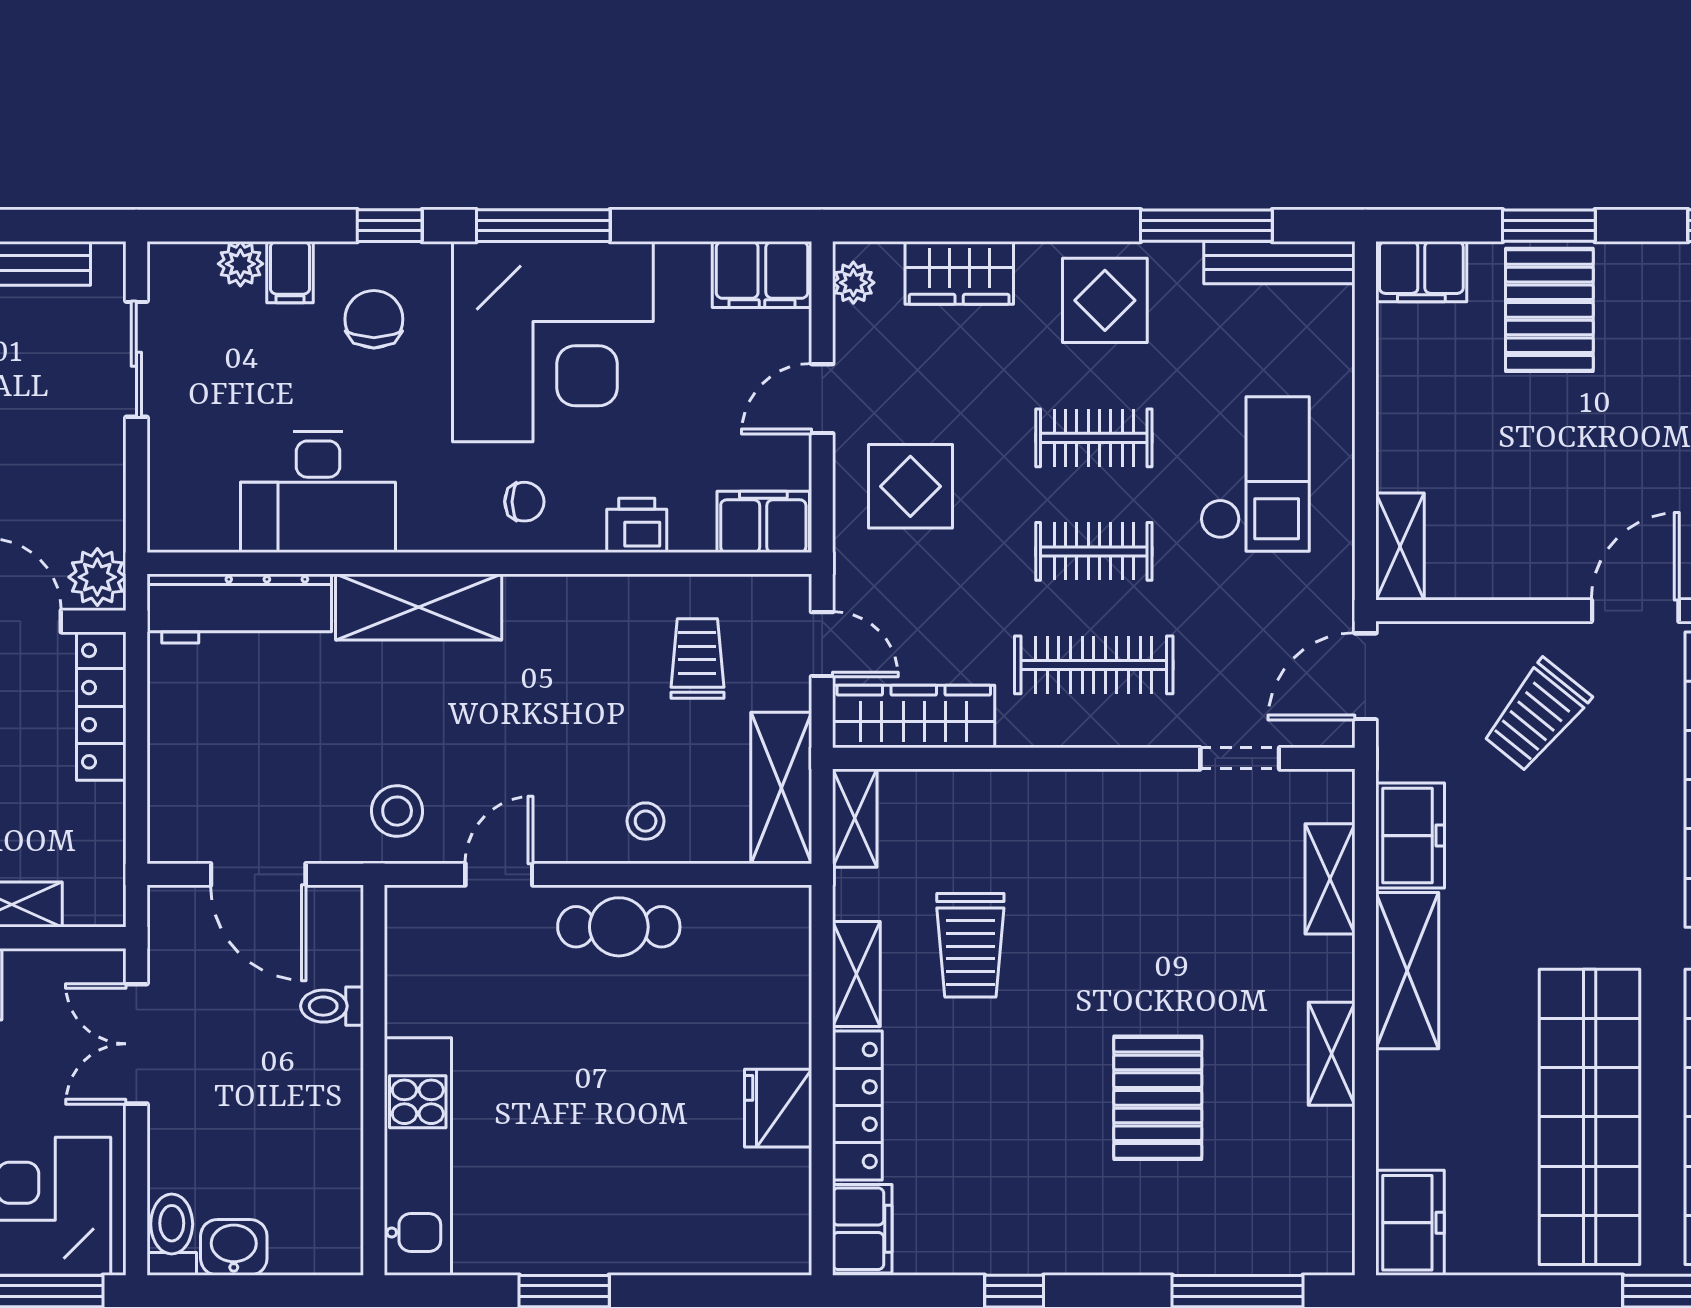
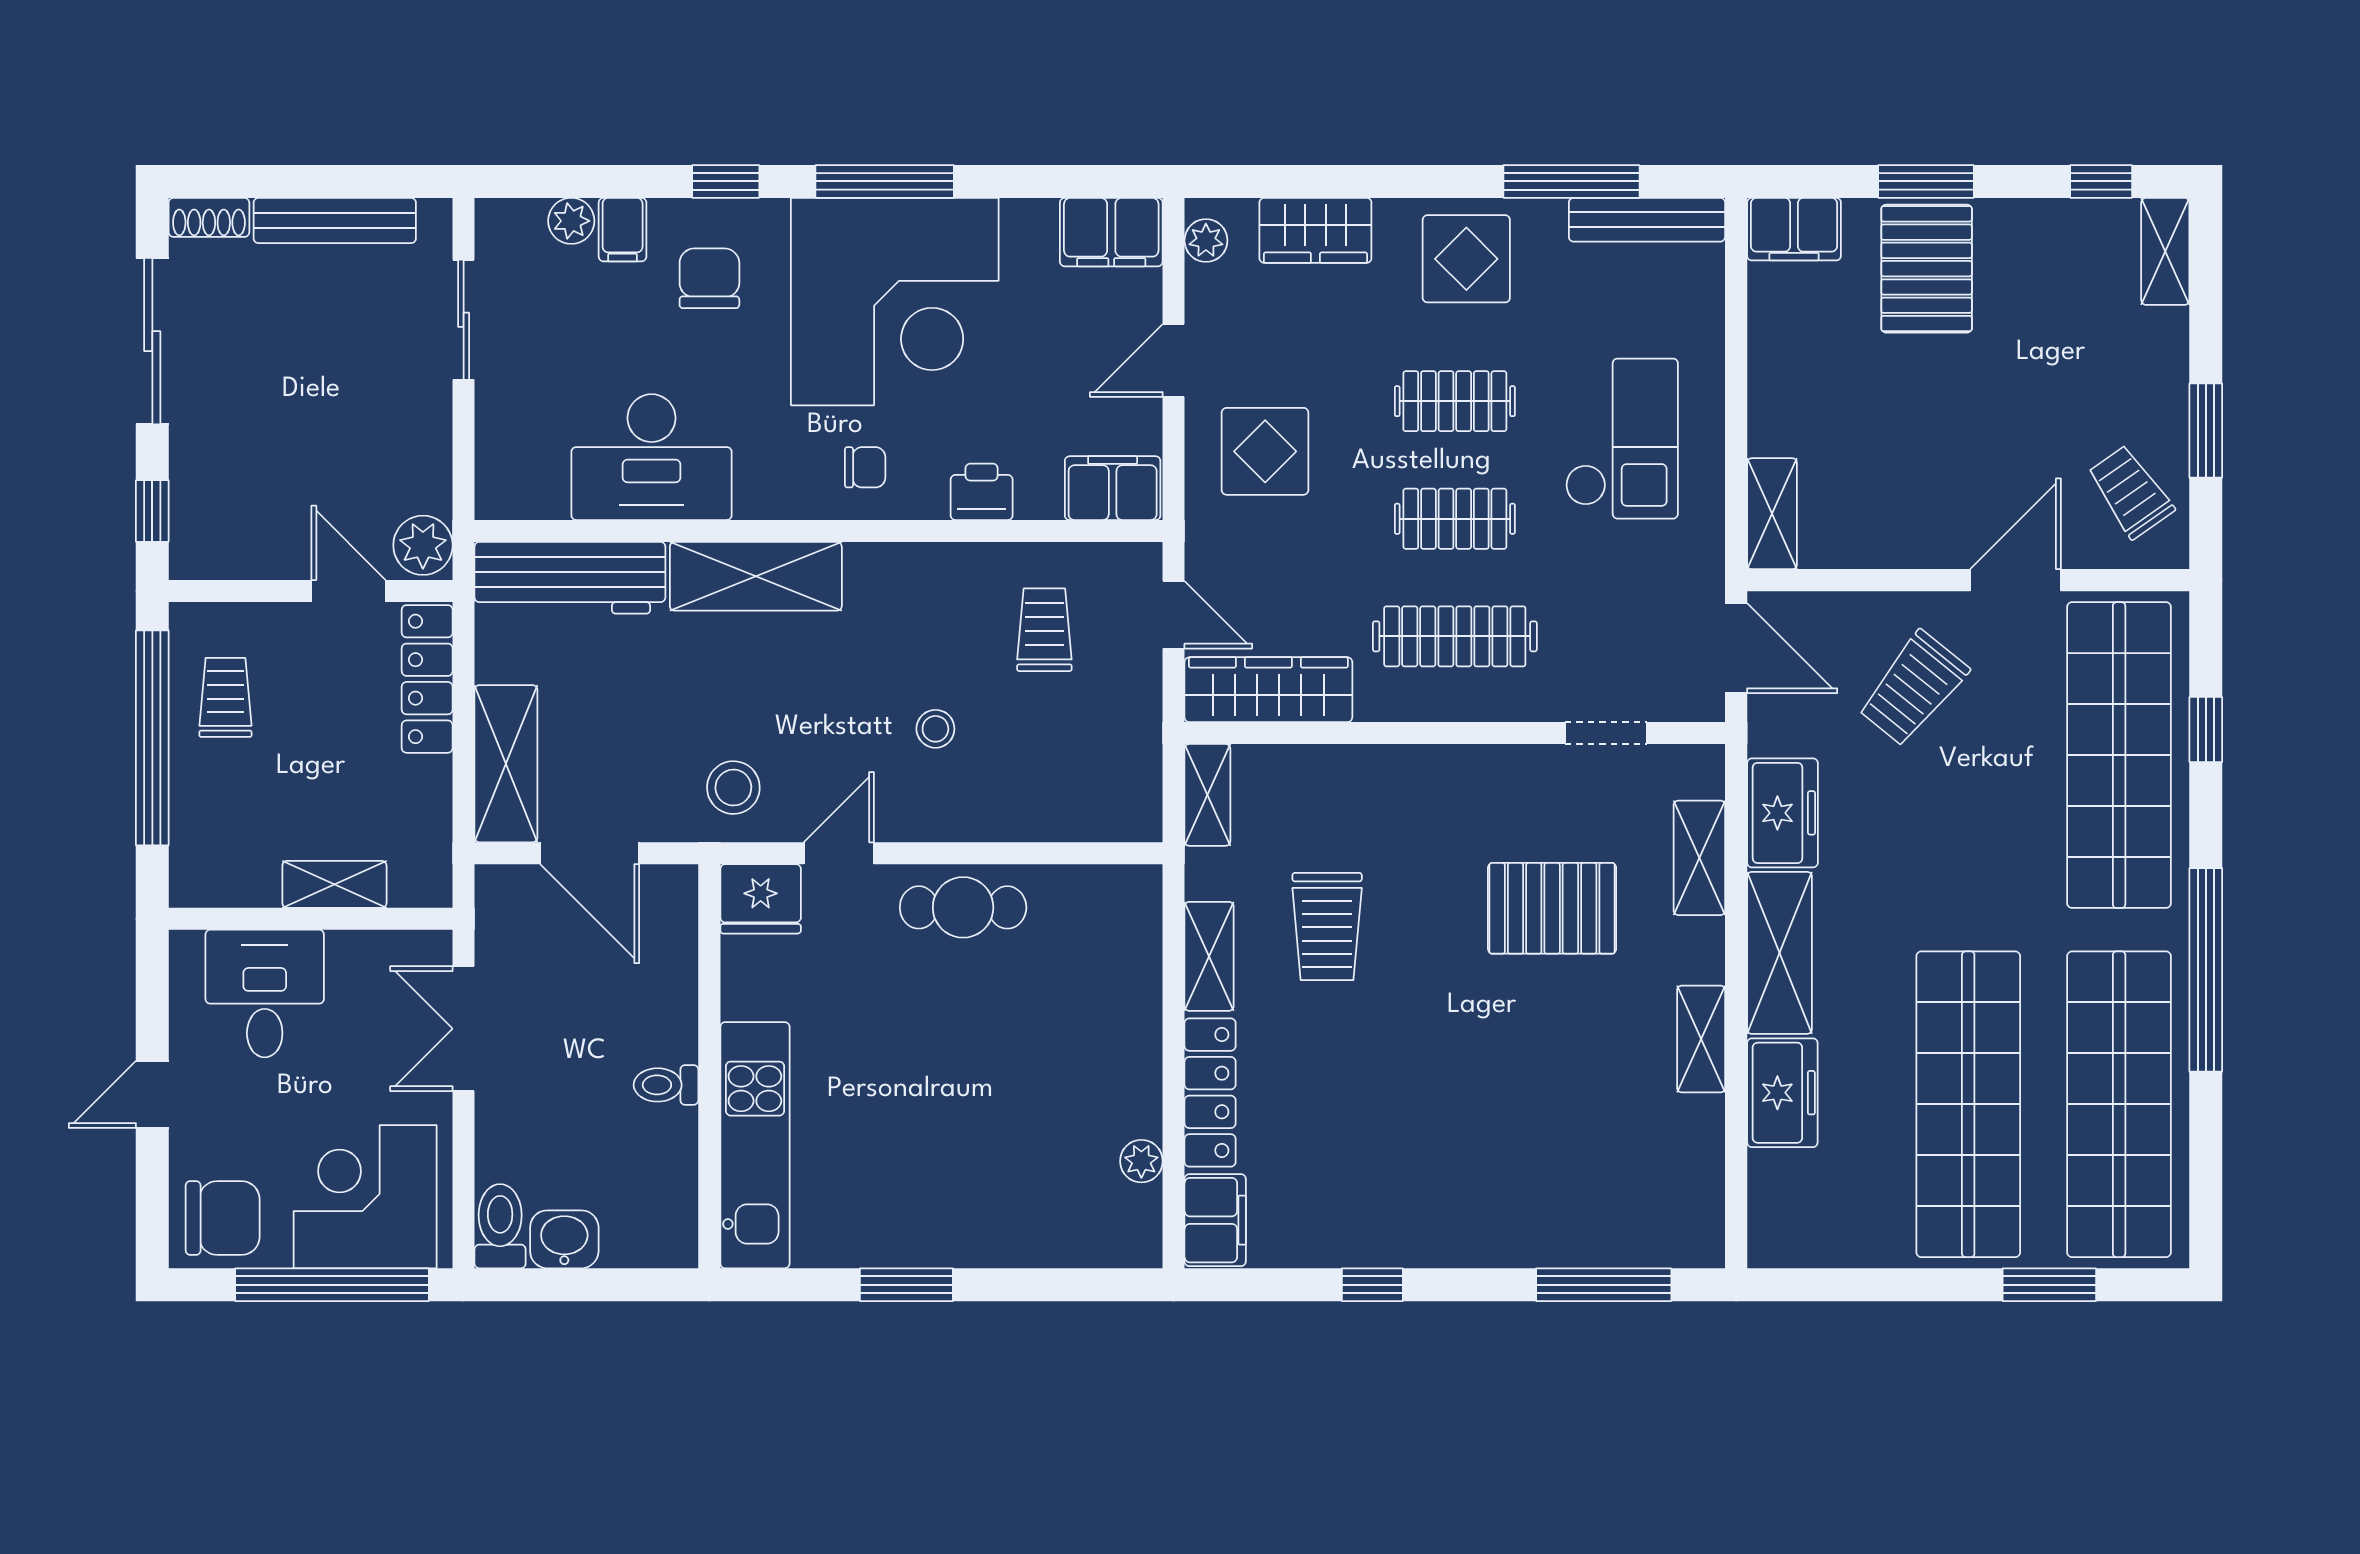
door: (1365, 676) -> (1736, 648), swing flipped
shelving: (781, 788) -> (506, 764), moved
stool: (646, 821) -> (935, 729), moved
toilet: (332, 1006) -> (666, 1085), moved
pallet: (1158, 1098) -> (1552, 908), moved, turned 90
fridge: (778, 1108) -> (761, 899), moved, turned -90
plant: (791, 1172) -> (1141, 1161), added
freezer: (1410, 1223) -> (1782, 1093), moved

